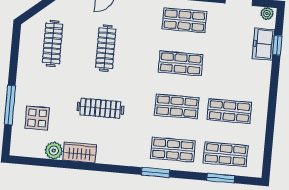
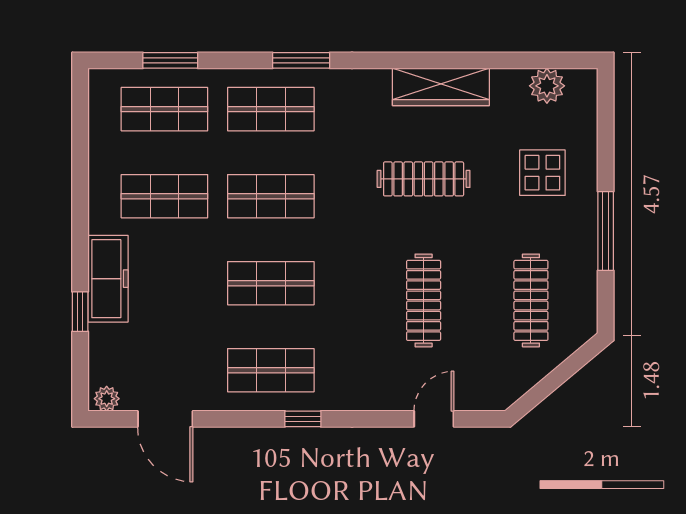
freezer: (264, 44) -> (108, 279), moved, width x1.40
window: (277, 45) -> (80, 312), moved
window: (10, 105) -> (606, 231), moved
display table: (37, 118) -> (542, 173), moved
plant: (54, 151) -> (547, 86), moved
wardrobe: (80, 152) -> (441, 87), width x1.50

